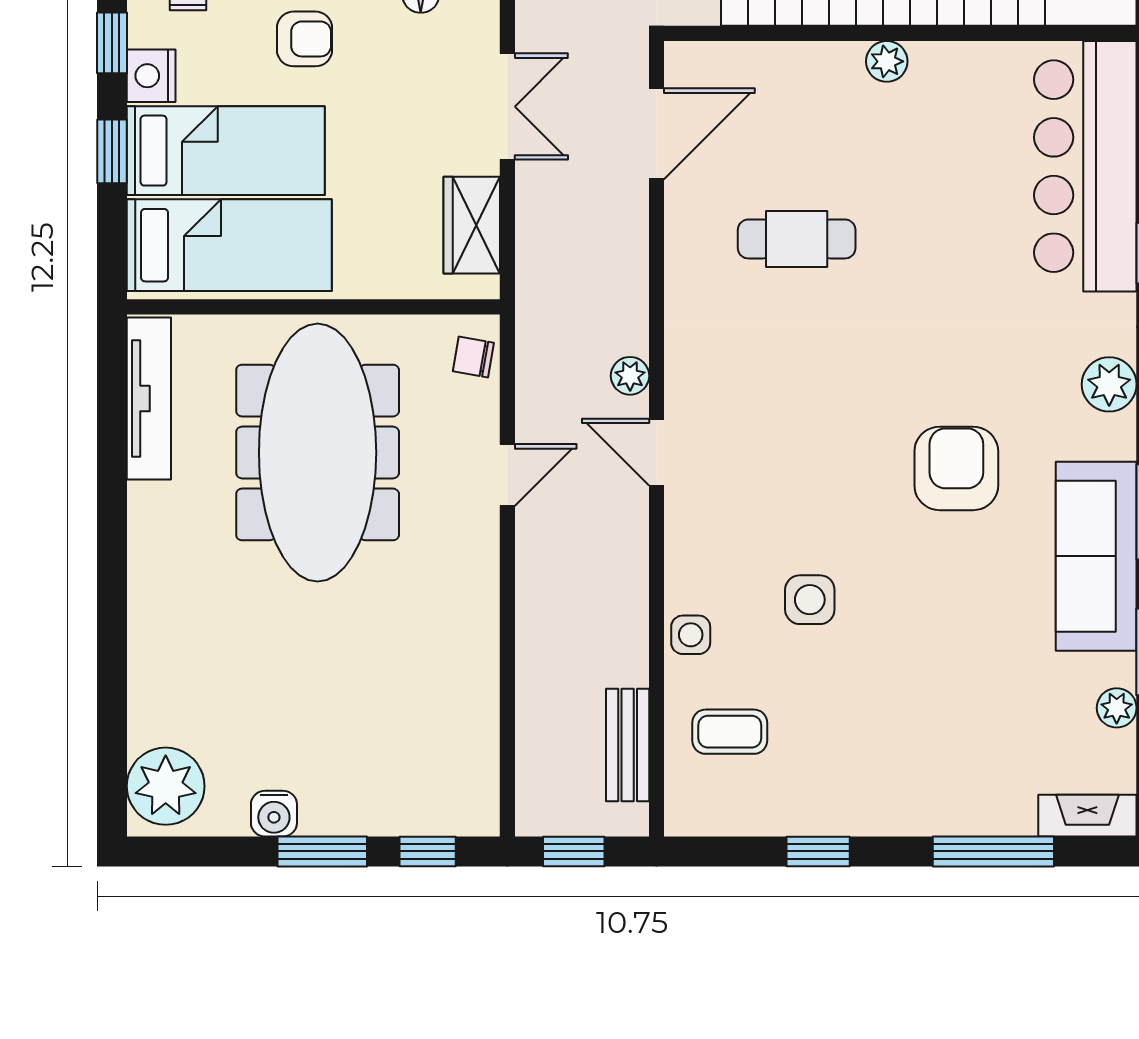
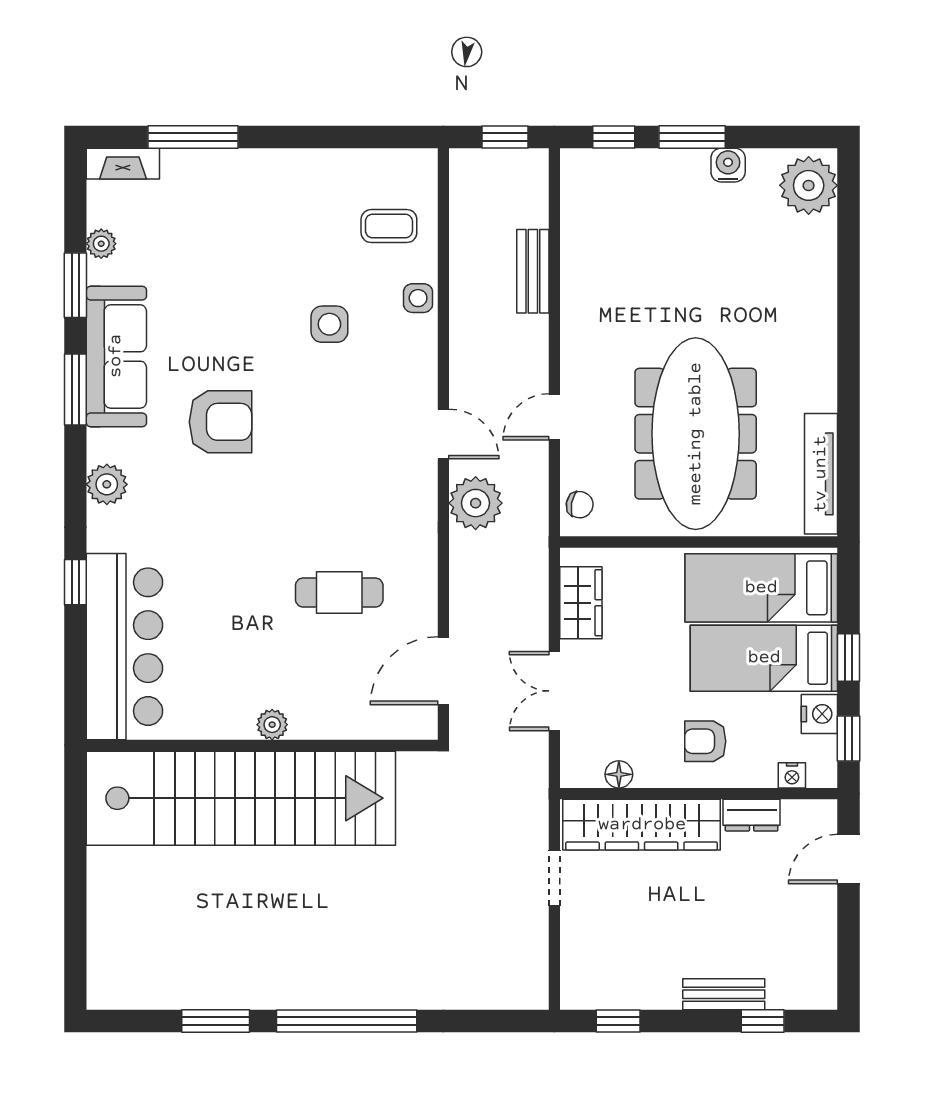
plant: (630, 376) -> (476, 503), width x1.87, depth x1.87
armchair: (956, 468) -> (220, 422), turned -90
bench: (628, 745) -> (533, 271), moved
window: (818, 851) -> (323, 137), removed

